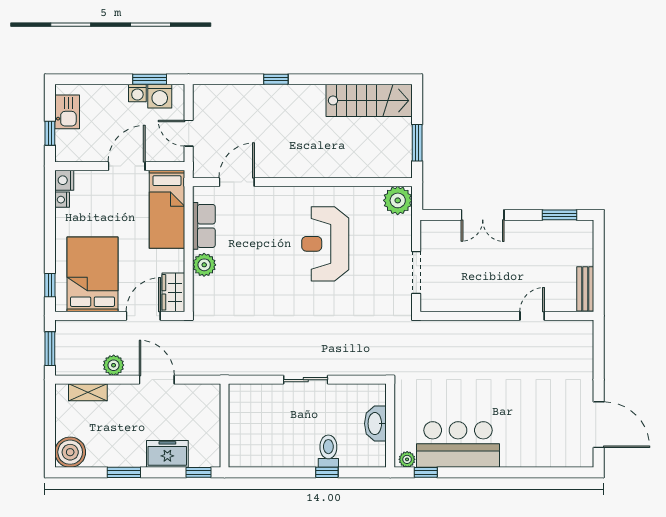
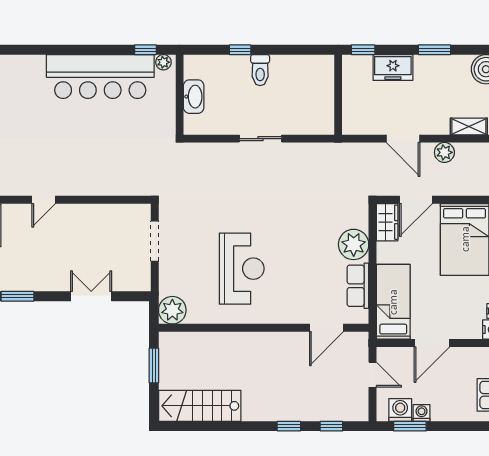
window: (232, 79) -> (331, 426), added
plant: (204, 265) -> (354, 244), width x1.36, depth x1.36
bar counter: (458, 445) -> (100, 76), width x1.36
toilet: (328, 451) -> (260, 70), moved

